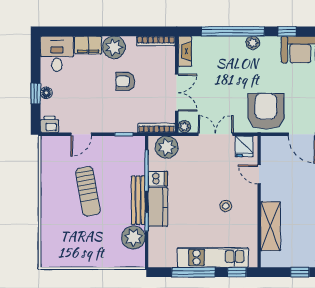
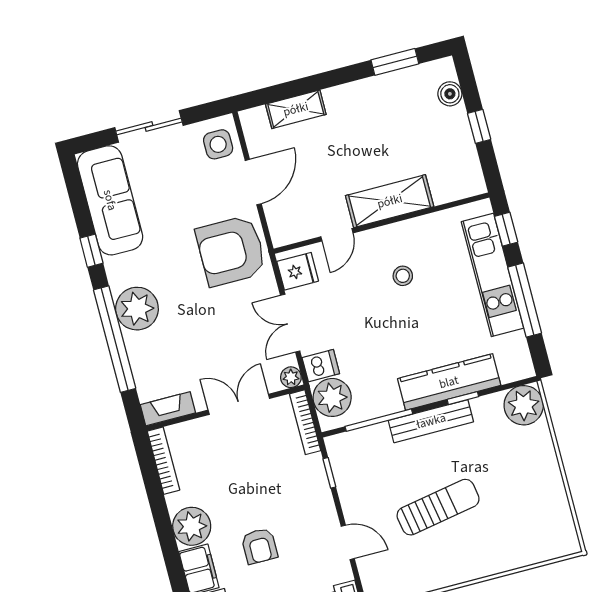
plant: (253, 43) -> (137, 309), width x1.87, depth x1.87
armchair: (125, 81) -> (259, 546), moved
dishwasher: (158, 179) -> (321, 366), moved, turned 90
kitchen counter: (158, 207) -> (449, 382), width x1.50
shelving: (271, 226) -> (390, 201), moved
plant: (133, 237) -> (524, 405), moved

